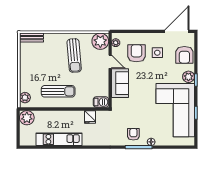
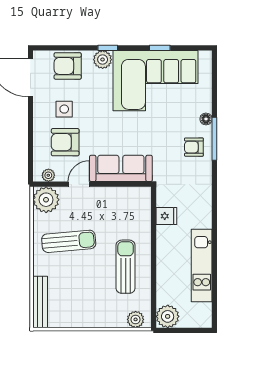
bench: (32, 38) -> (40, 302), width x1.36
armchair: (184, 55) -> (68, 66), turned 180
sofa: (120, 83) -> (121, 168), width x1.36
barbecue: (101, 102) -> (143, 199), removed

